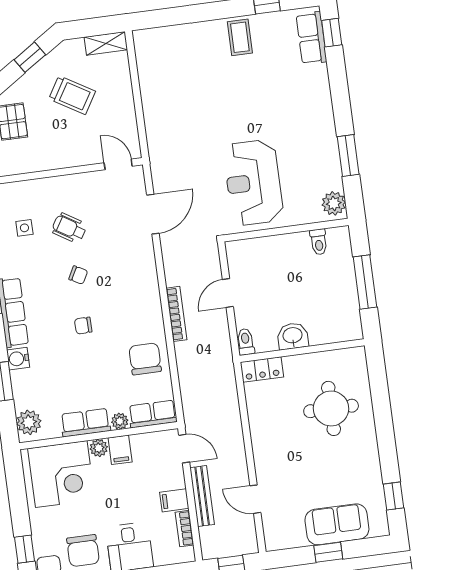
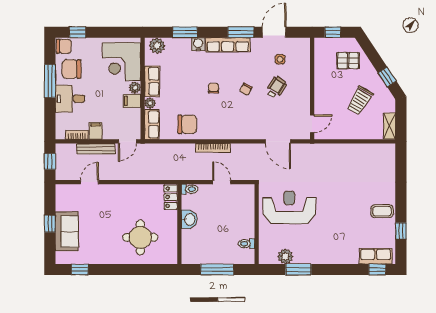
plant: (334, 203) -> (285, 256), moved

